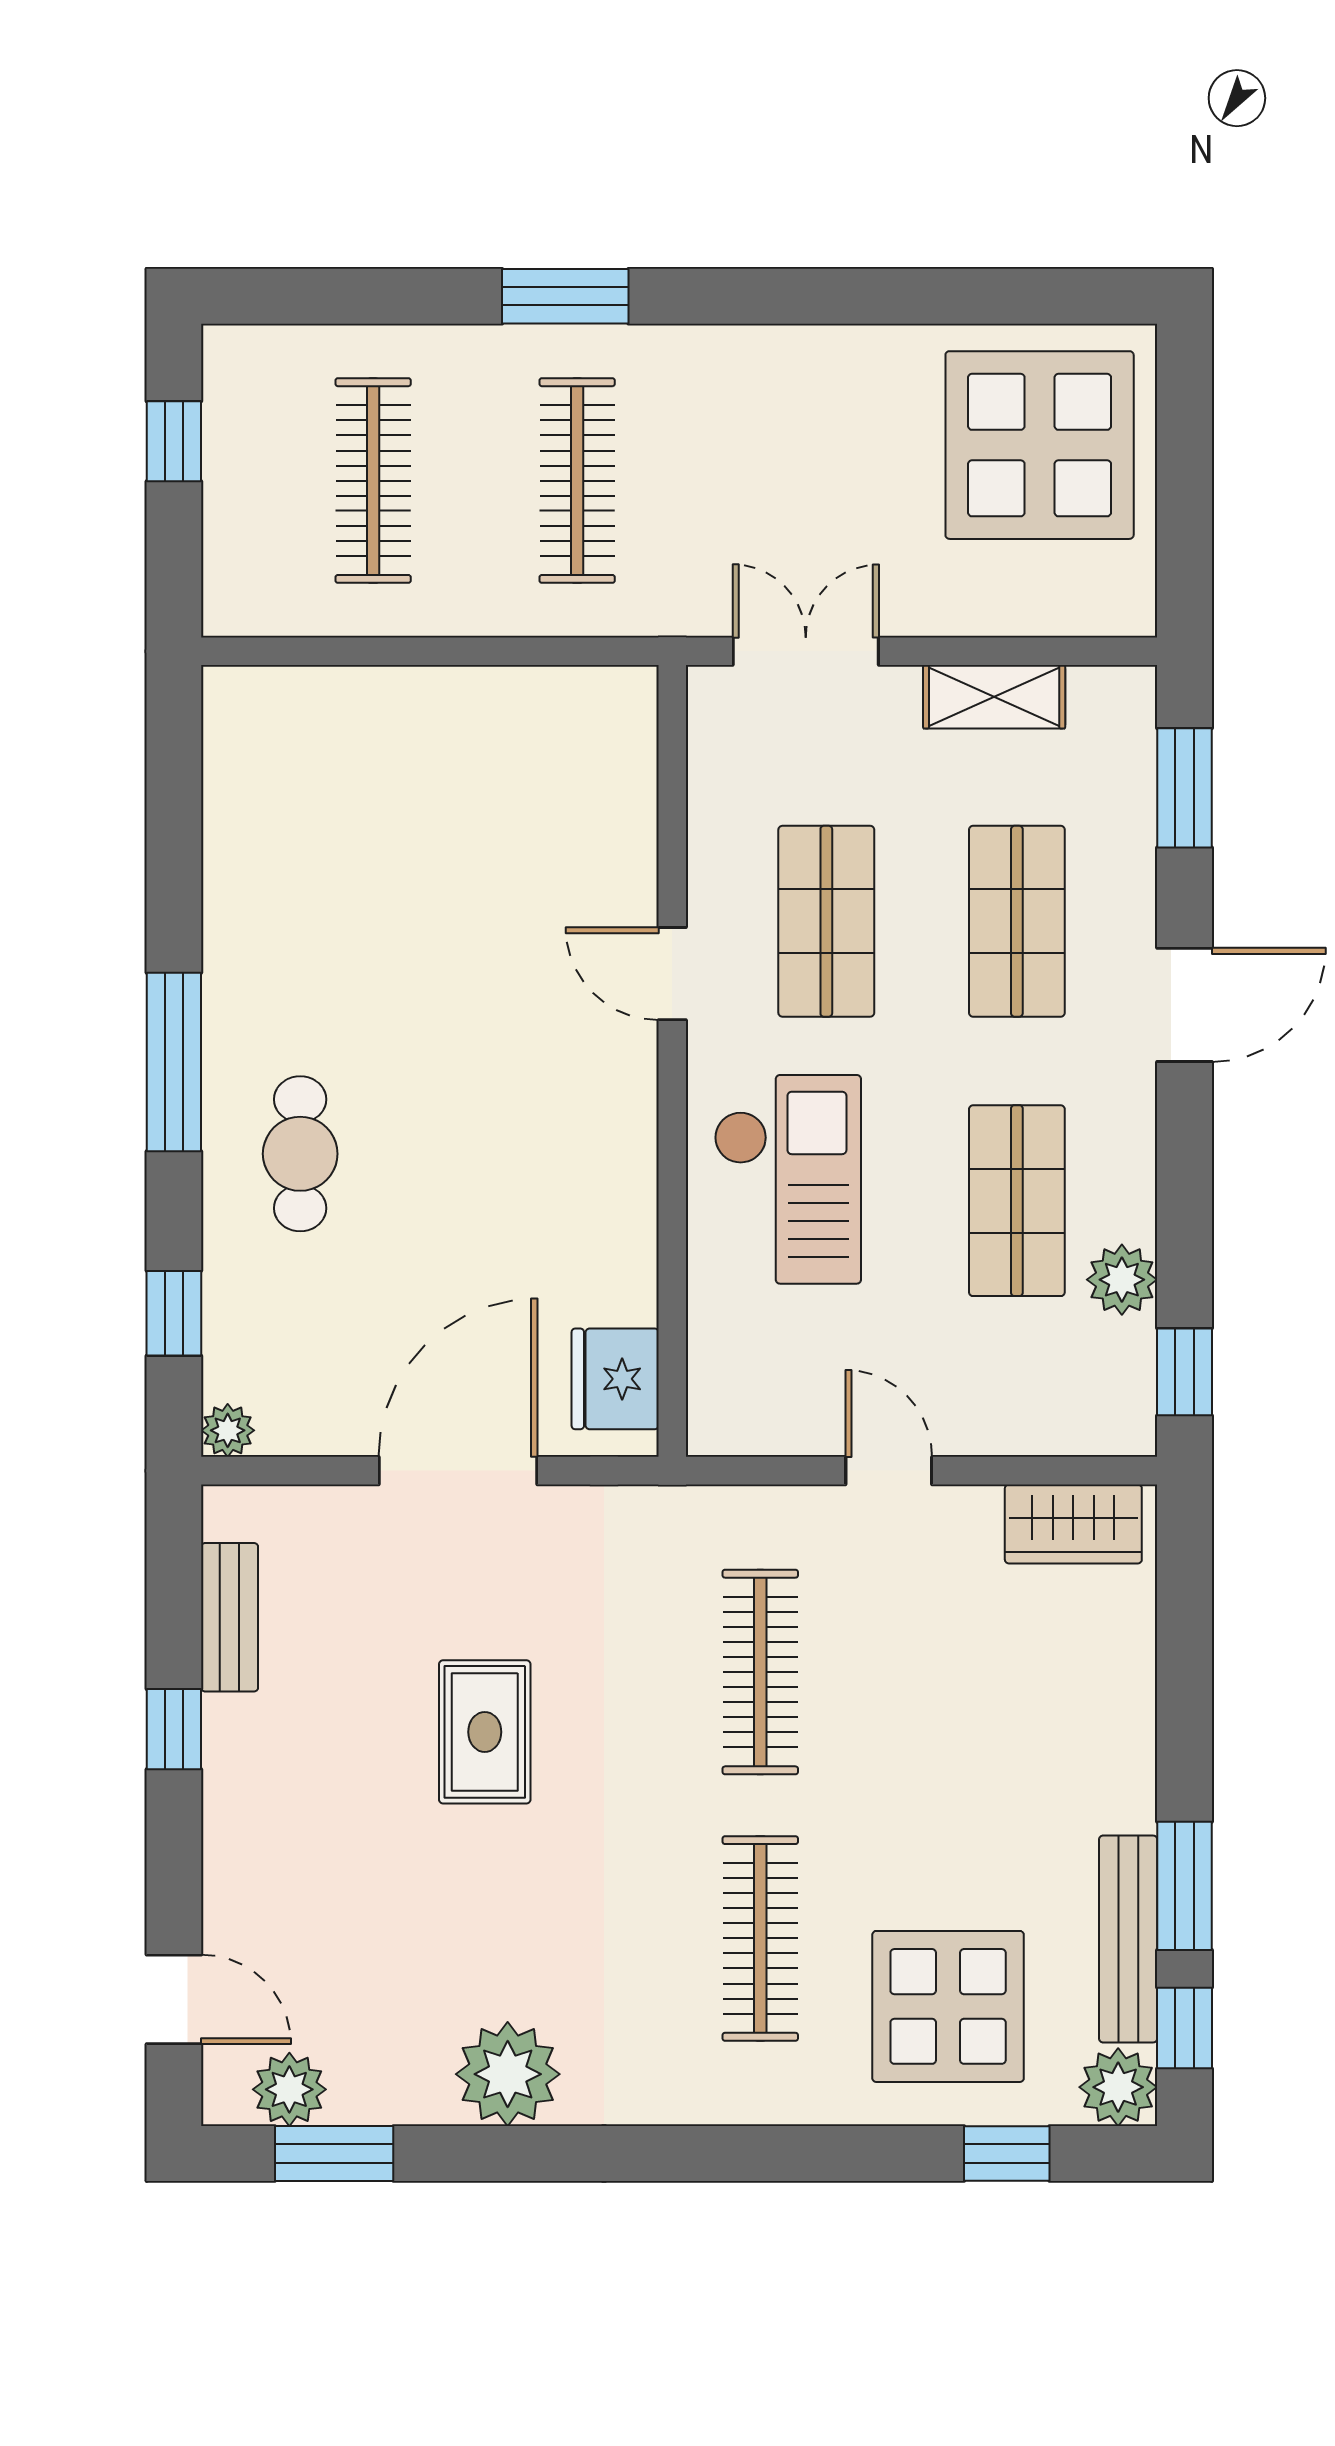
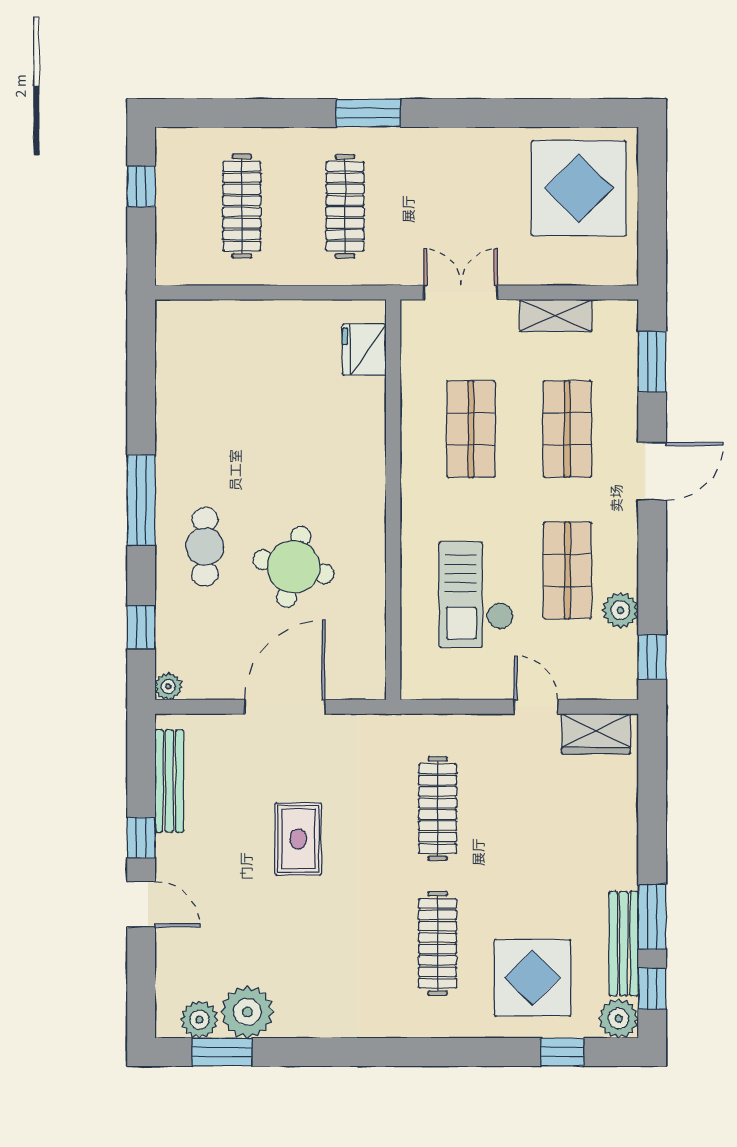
window: (565, 296) -> (368, 113), moved
door: (672, 974) -> (393, 456), removed
checkout: (788, 1179) -> (476, 595), moved, turned 180
round table: (475, 1194) -> (294, 567), added
fridge: (615, 1379) -> (364, 350), moved
door: (889, 1471) -> (536, 707), moved
bench: (230, 1617) -> (169, 781), width x1.36
door: (174, 1999) -> (141, 904), moved
plant: (508, 2074) -> (247, 1012), moved

